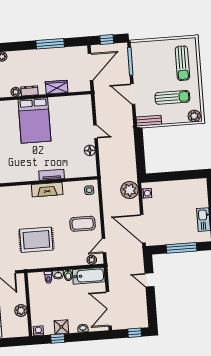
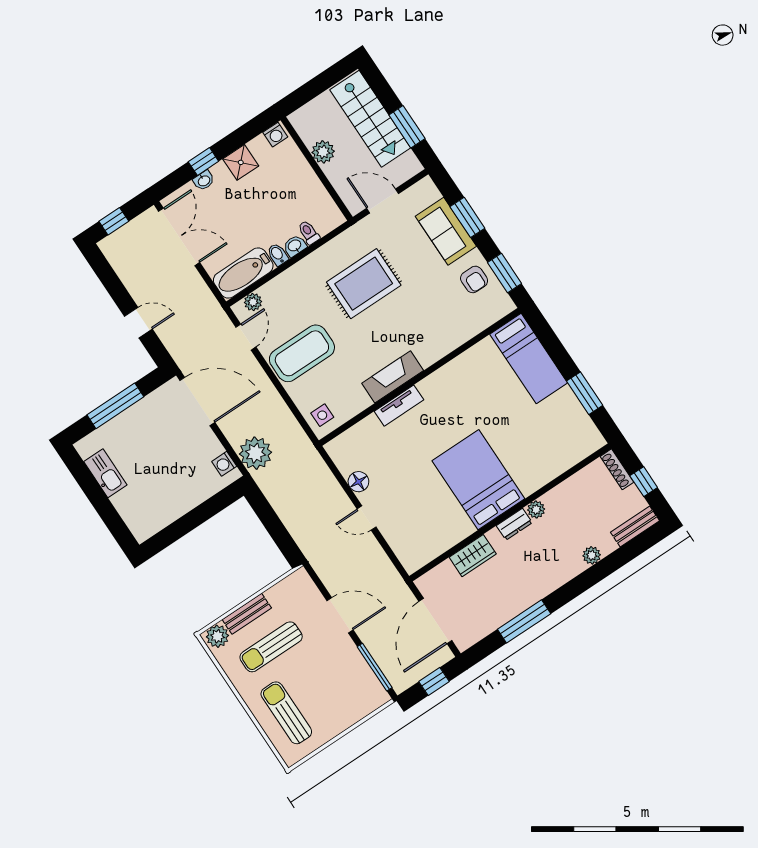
bench: (149, 121) -> (247, 614), moved
coffee table: (83, 224) -> (302, 353), width x1.36, depth x1.32
window: (58, 338) -> (203, 162), moved

